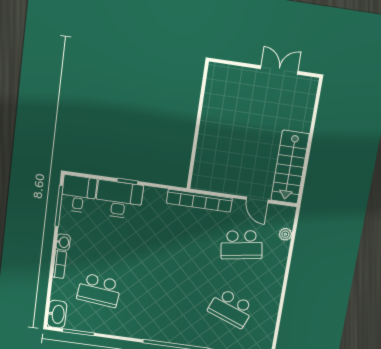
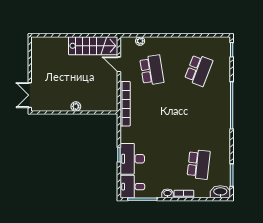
double door: (279, 70) -> (30, 95), moved
plant: (206, 129) -> (76, 106), added
door: (257, 200) -> (119, 64), swing flipped

